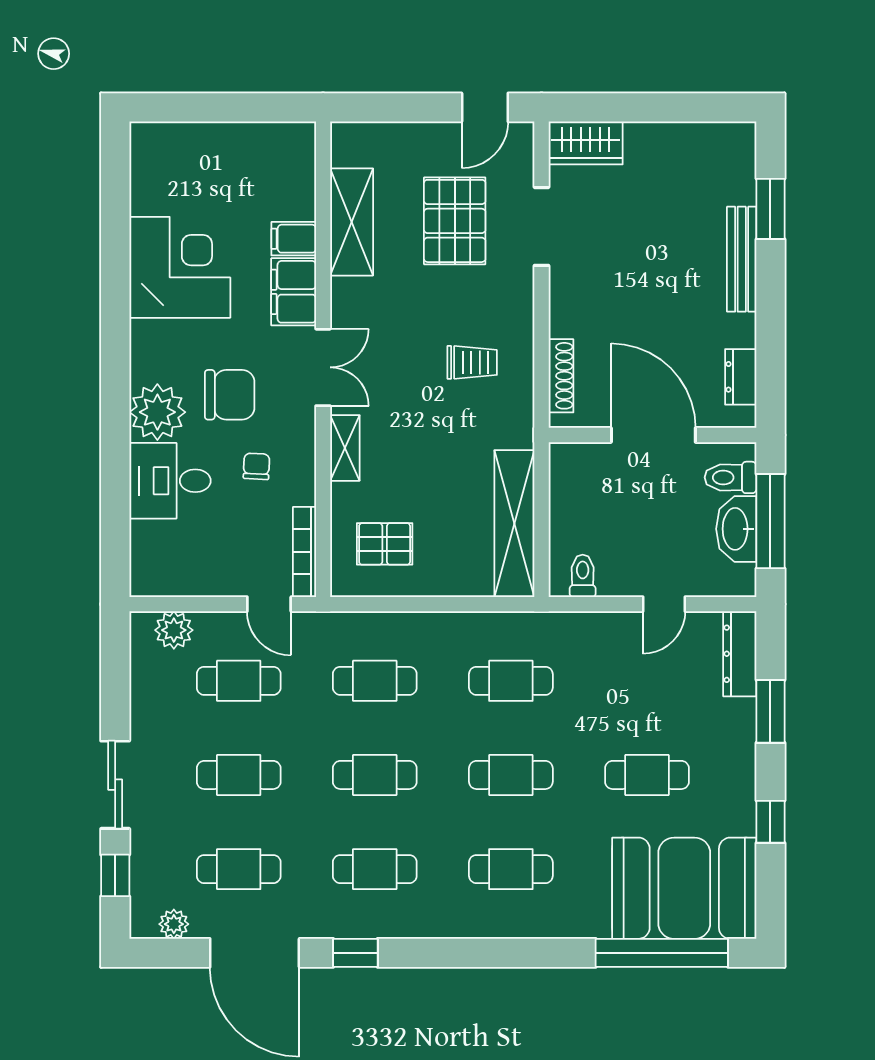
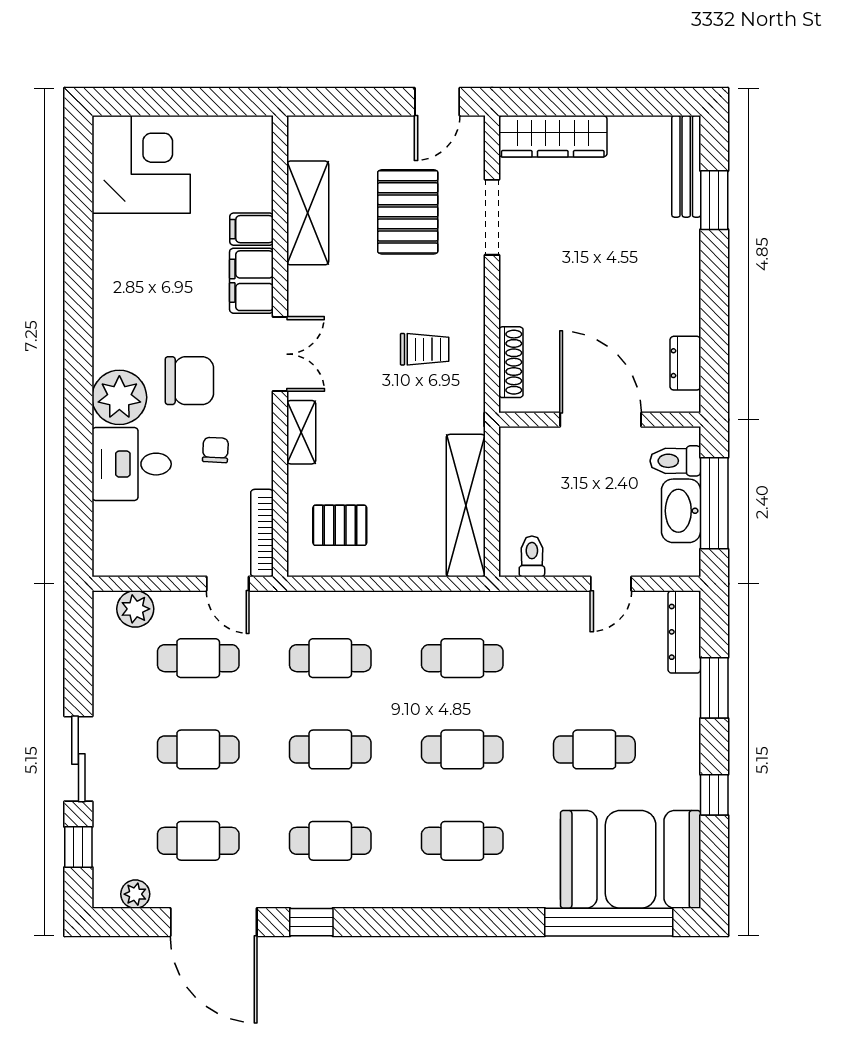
wardrobe: (586, 143) -> (553, 136), width x1.50
bench: (742, 259) -> (686, 166), moved
corner desk: (180, 267) -> (141, 164), moved

